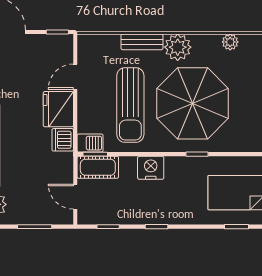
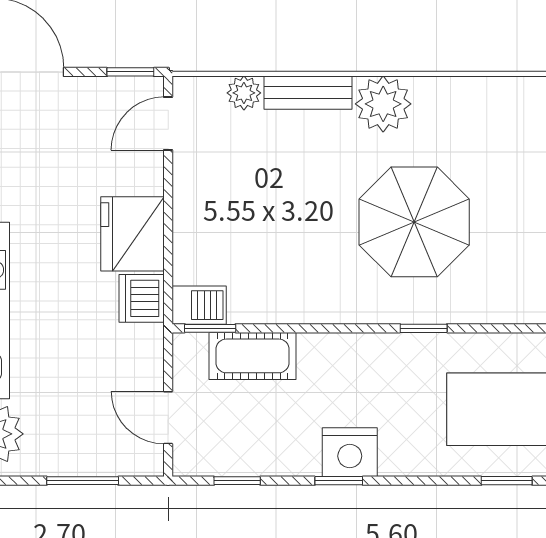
plant: (230, 42) -> (244, 93), moved
door: (75, 77) -> (168, 124), moved
parasol: (193, 103) -> (414, 222), width x0.73, depth x0.73
sun lounger: (130, 105) -> (284, 225), removed
cot: (98, 167) -> (253, 356), moved
nightstand: (151, 168) -> (350, 452), moved, turned 180

